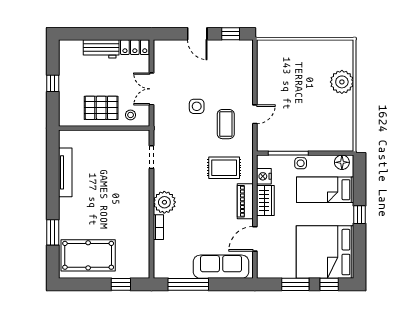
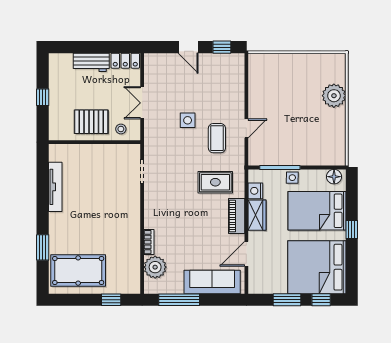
bed: (325, 190) -> (317, 211), width x1.50
plant: (164, 202) -> (155, 267), moved

